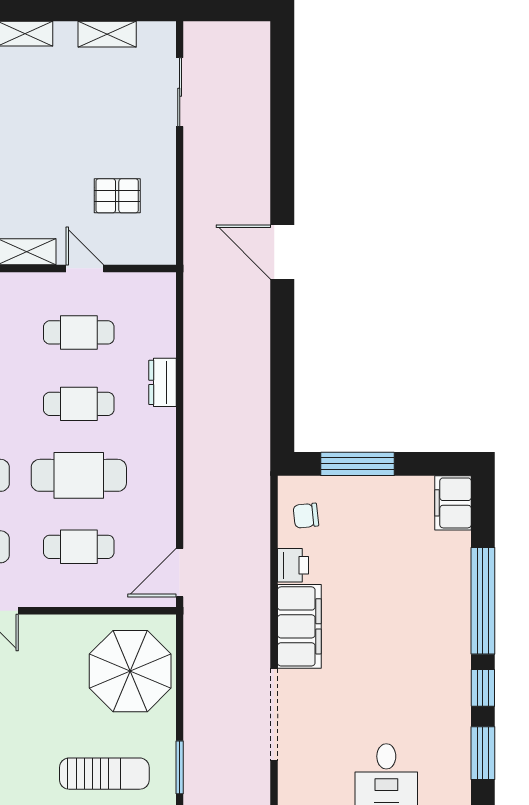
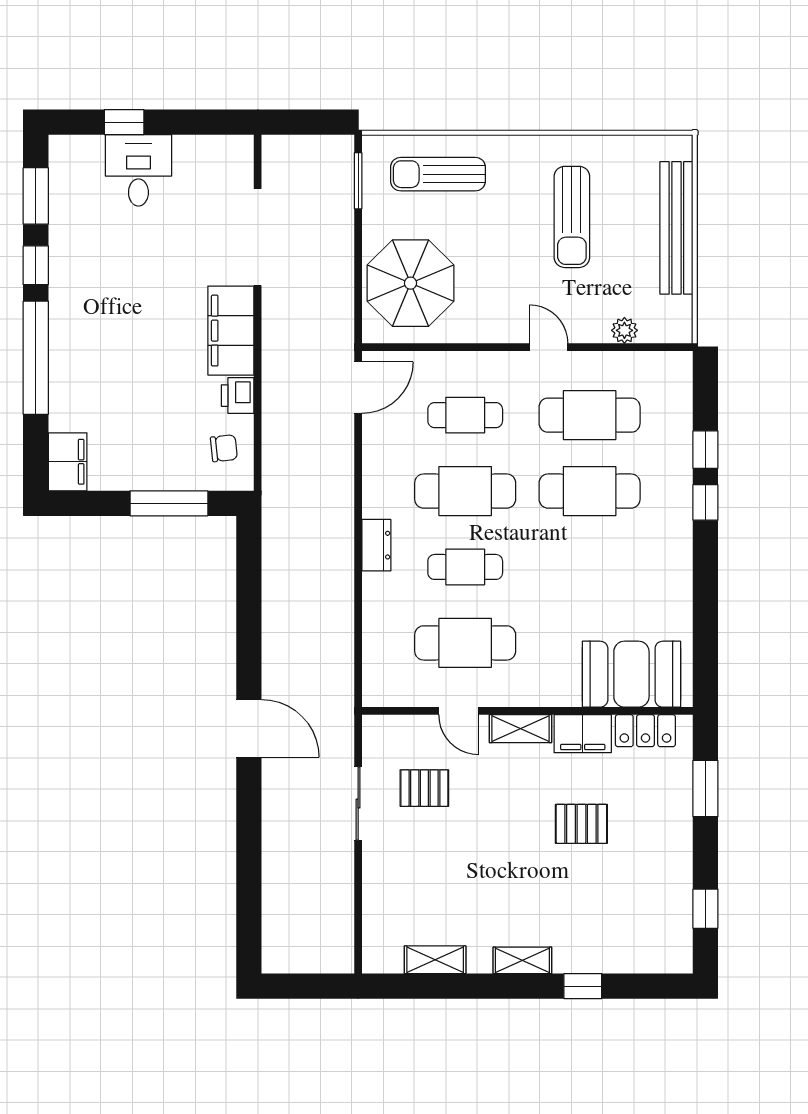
sliding door: (180, 92) -> (358, 803), moved
cafe table: (79, 332) -> (465, 643), width x1.37, depth x1.35
dresser: (162, 382) -> (376, 545), moved

